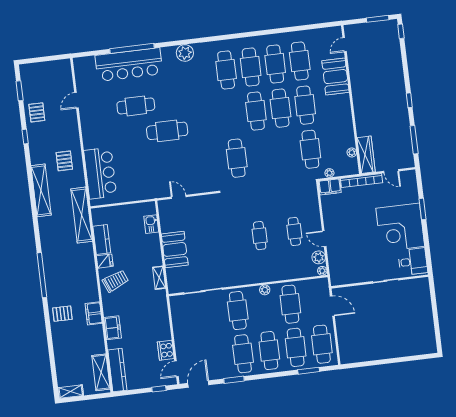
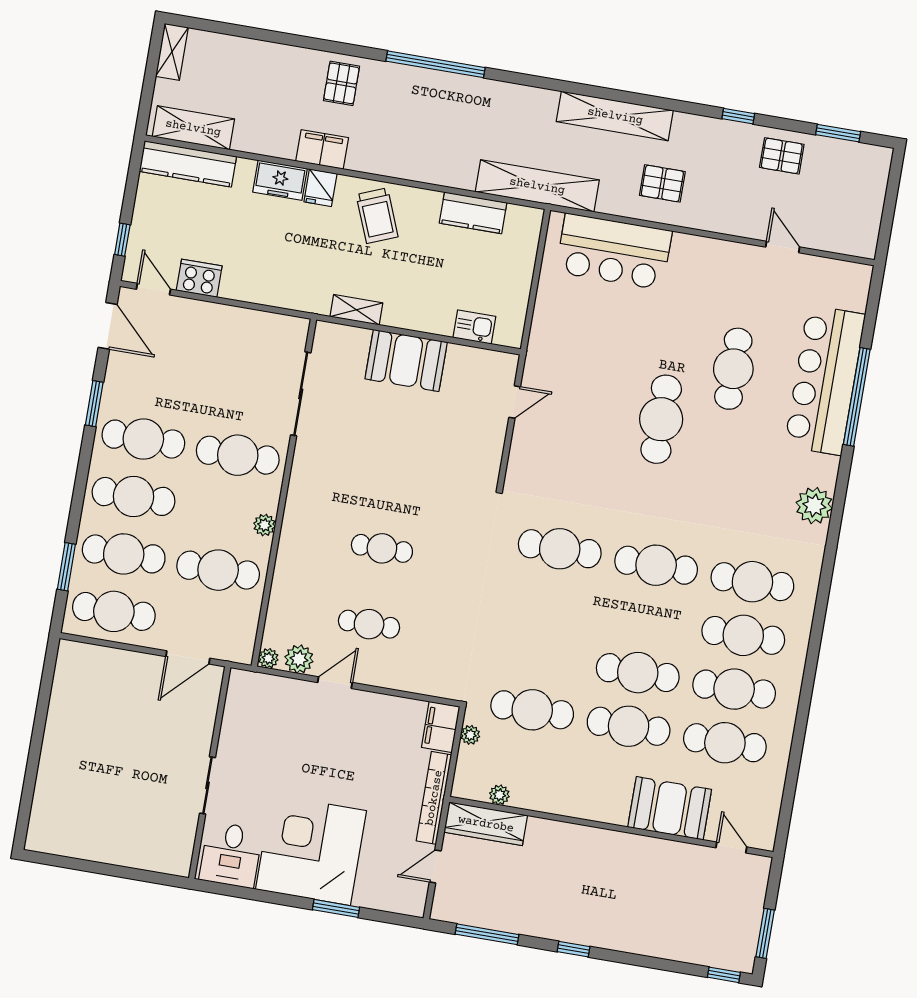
cafe table: (256, 111) -> (656, 565), moved
fridge: (105, 261) -> (320, 188), moved

